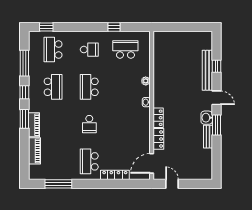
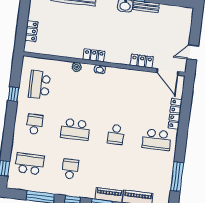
locker: (173, 36) -> (31, 31), added
school desk: (53, 50) -> (30, 164), turned 180
school desk: (53, 87) -> (70, 169), width x0.54
locker: (158, 118) -> (94, 55), moved
school desk: (89, 124) -> (116, 135), turned 90

